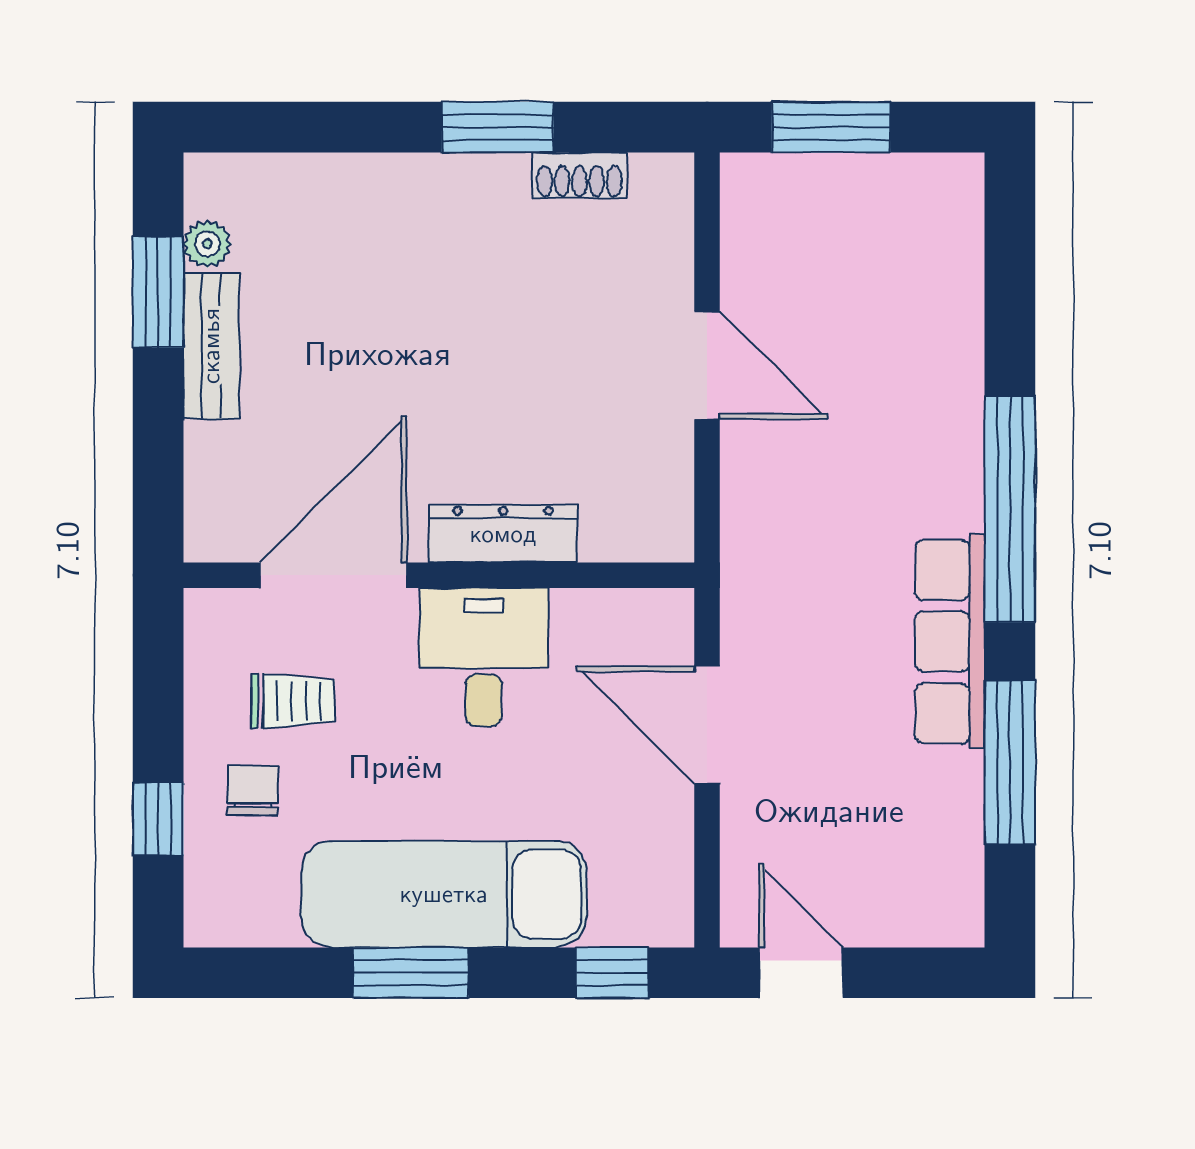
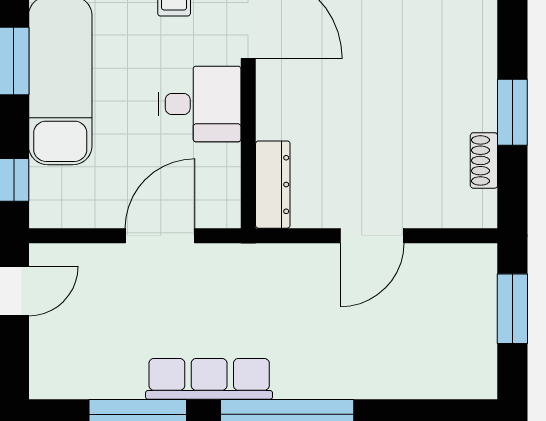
dresser: (503, 534) -> (273, 185), moved

